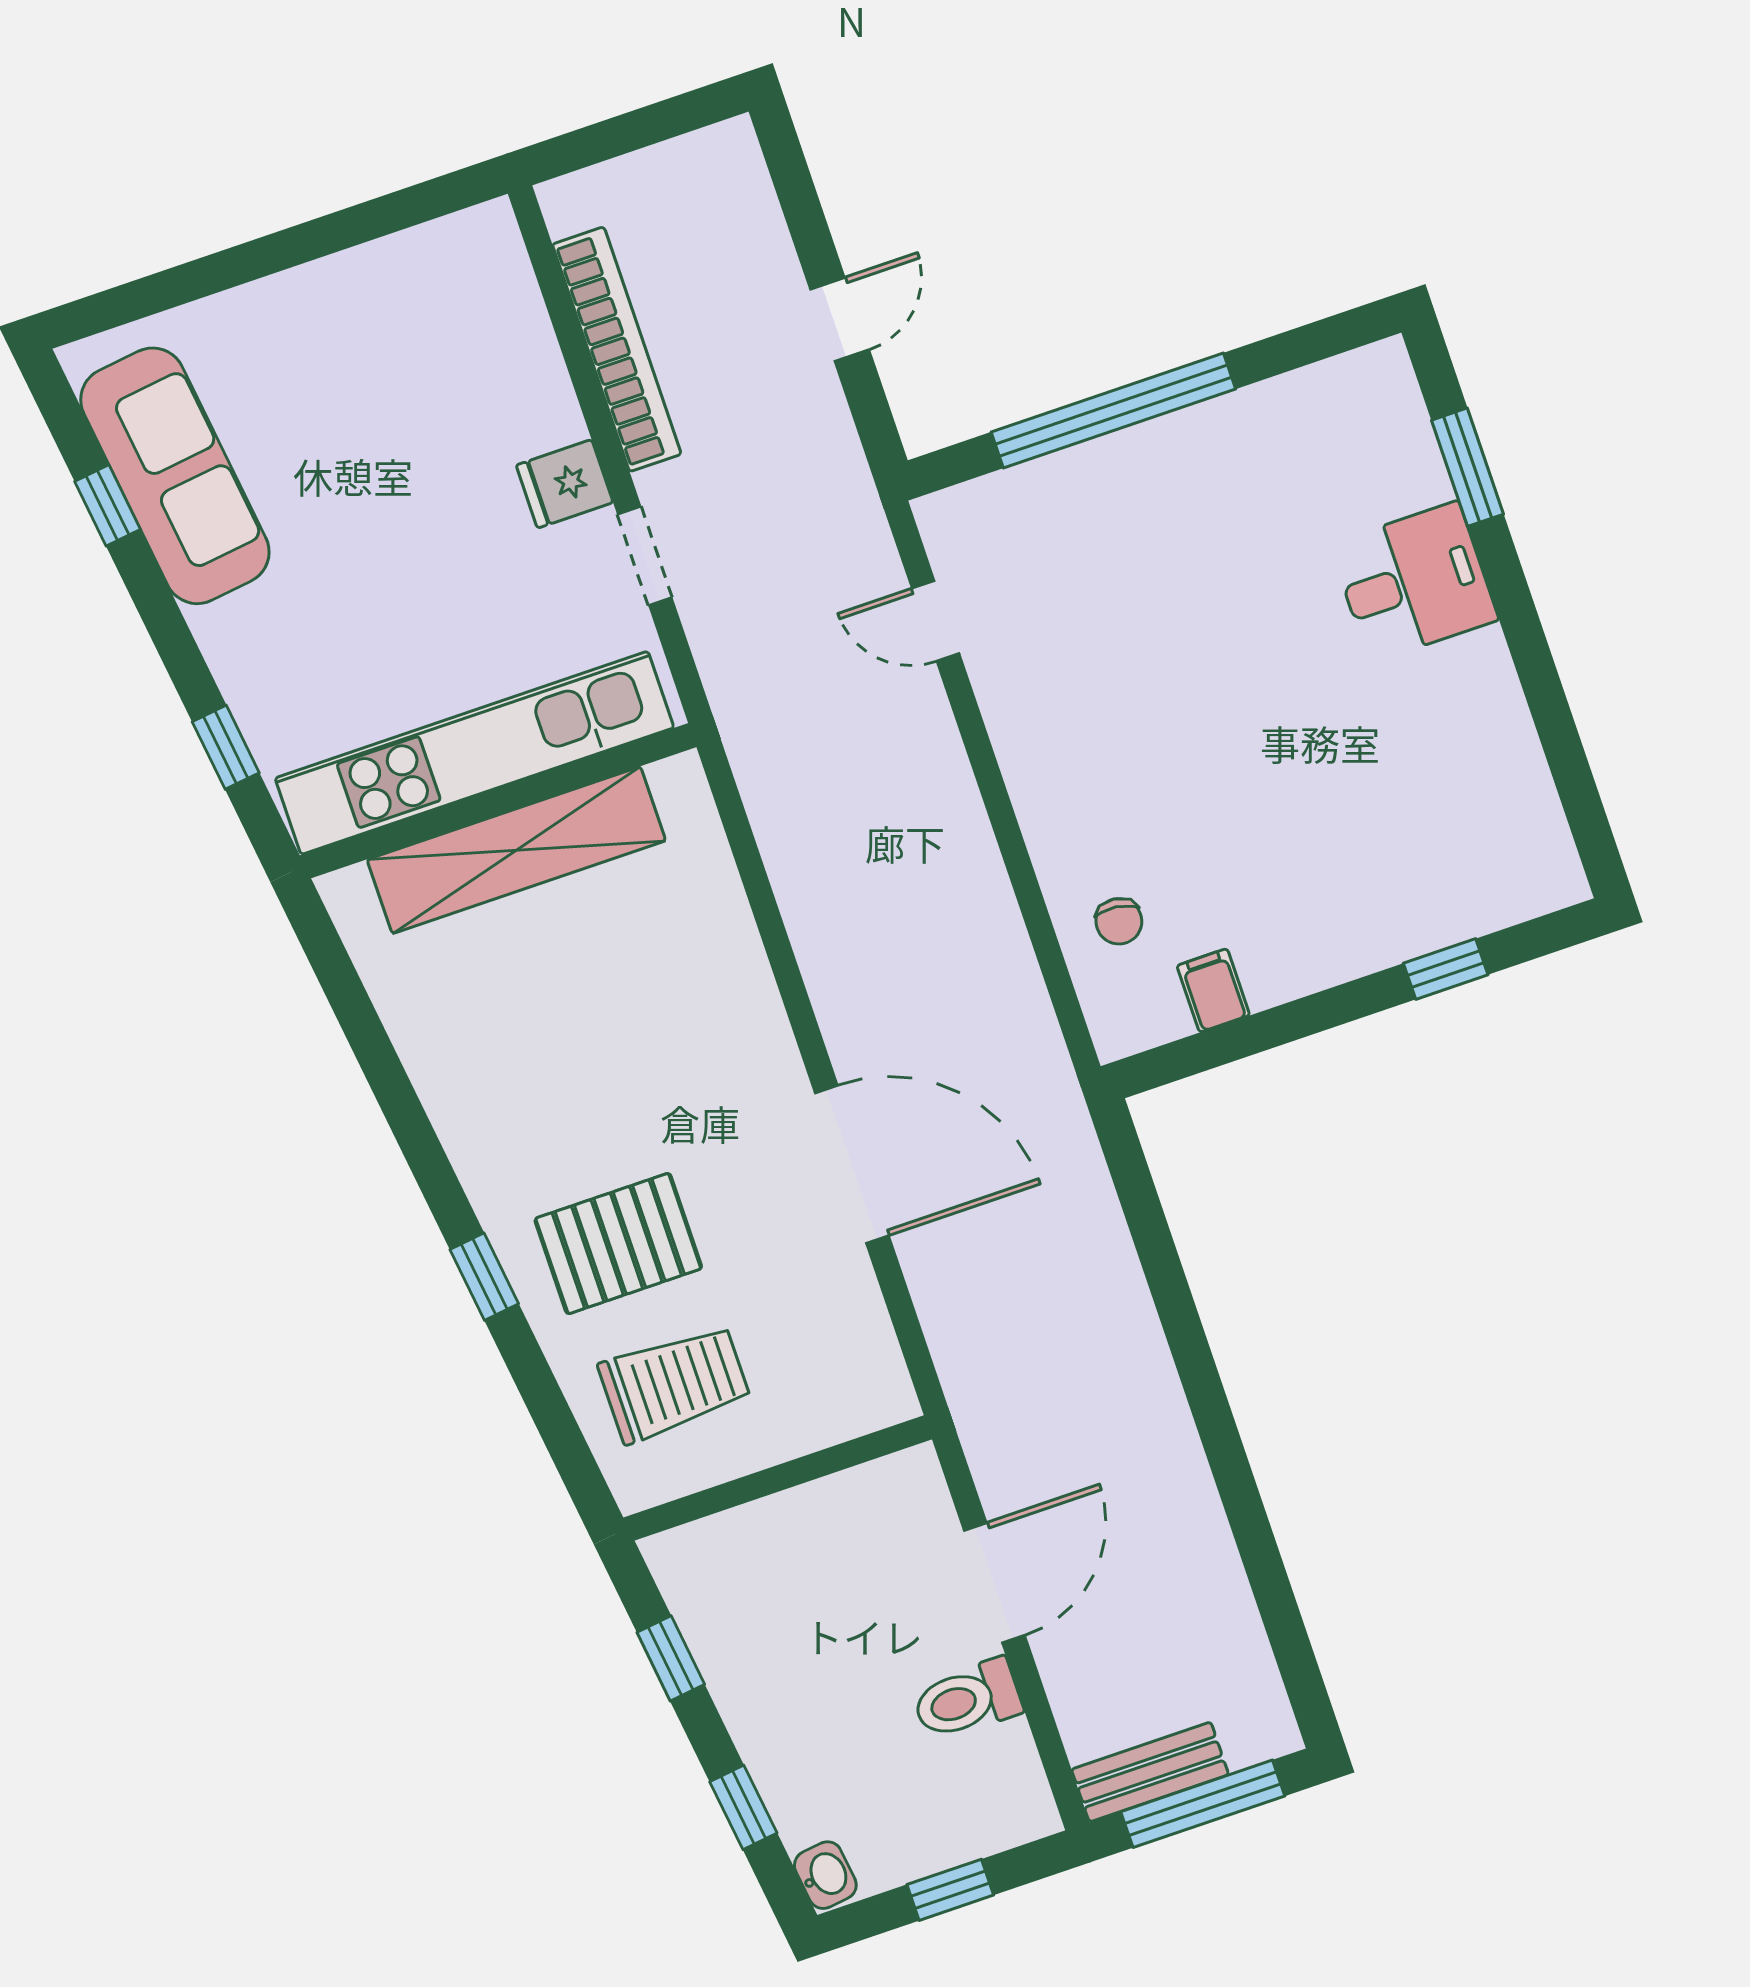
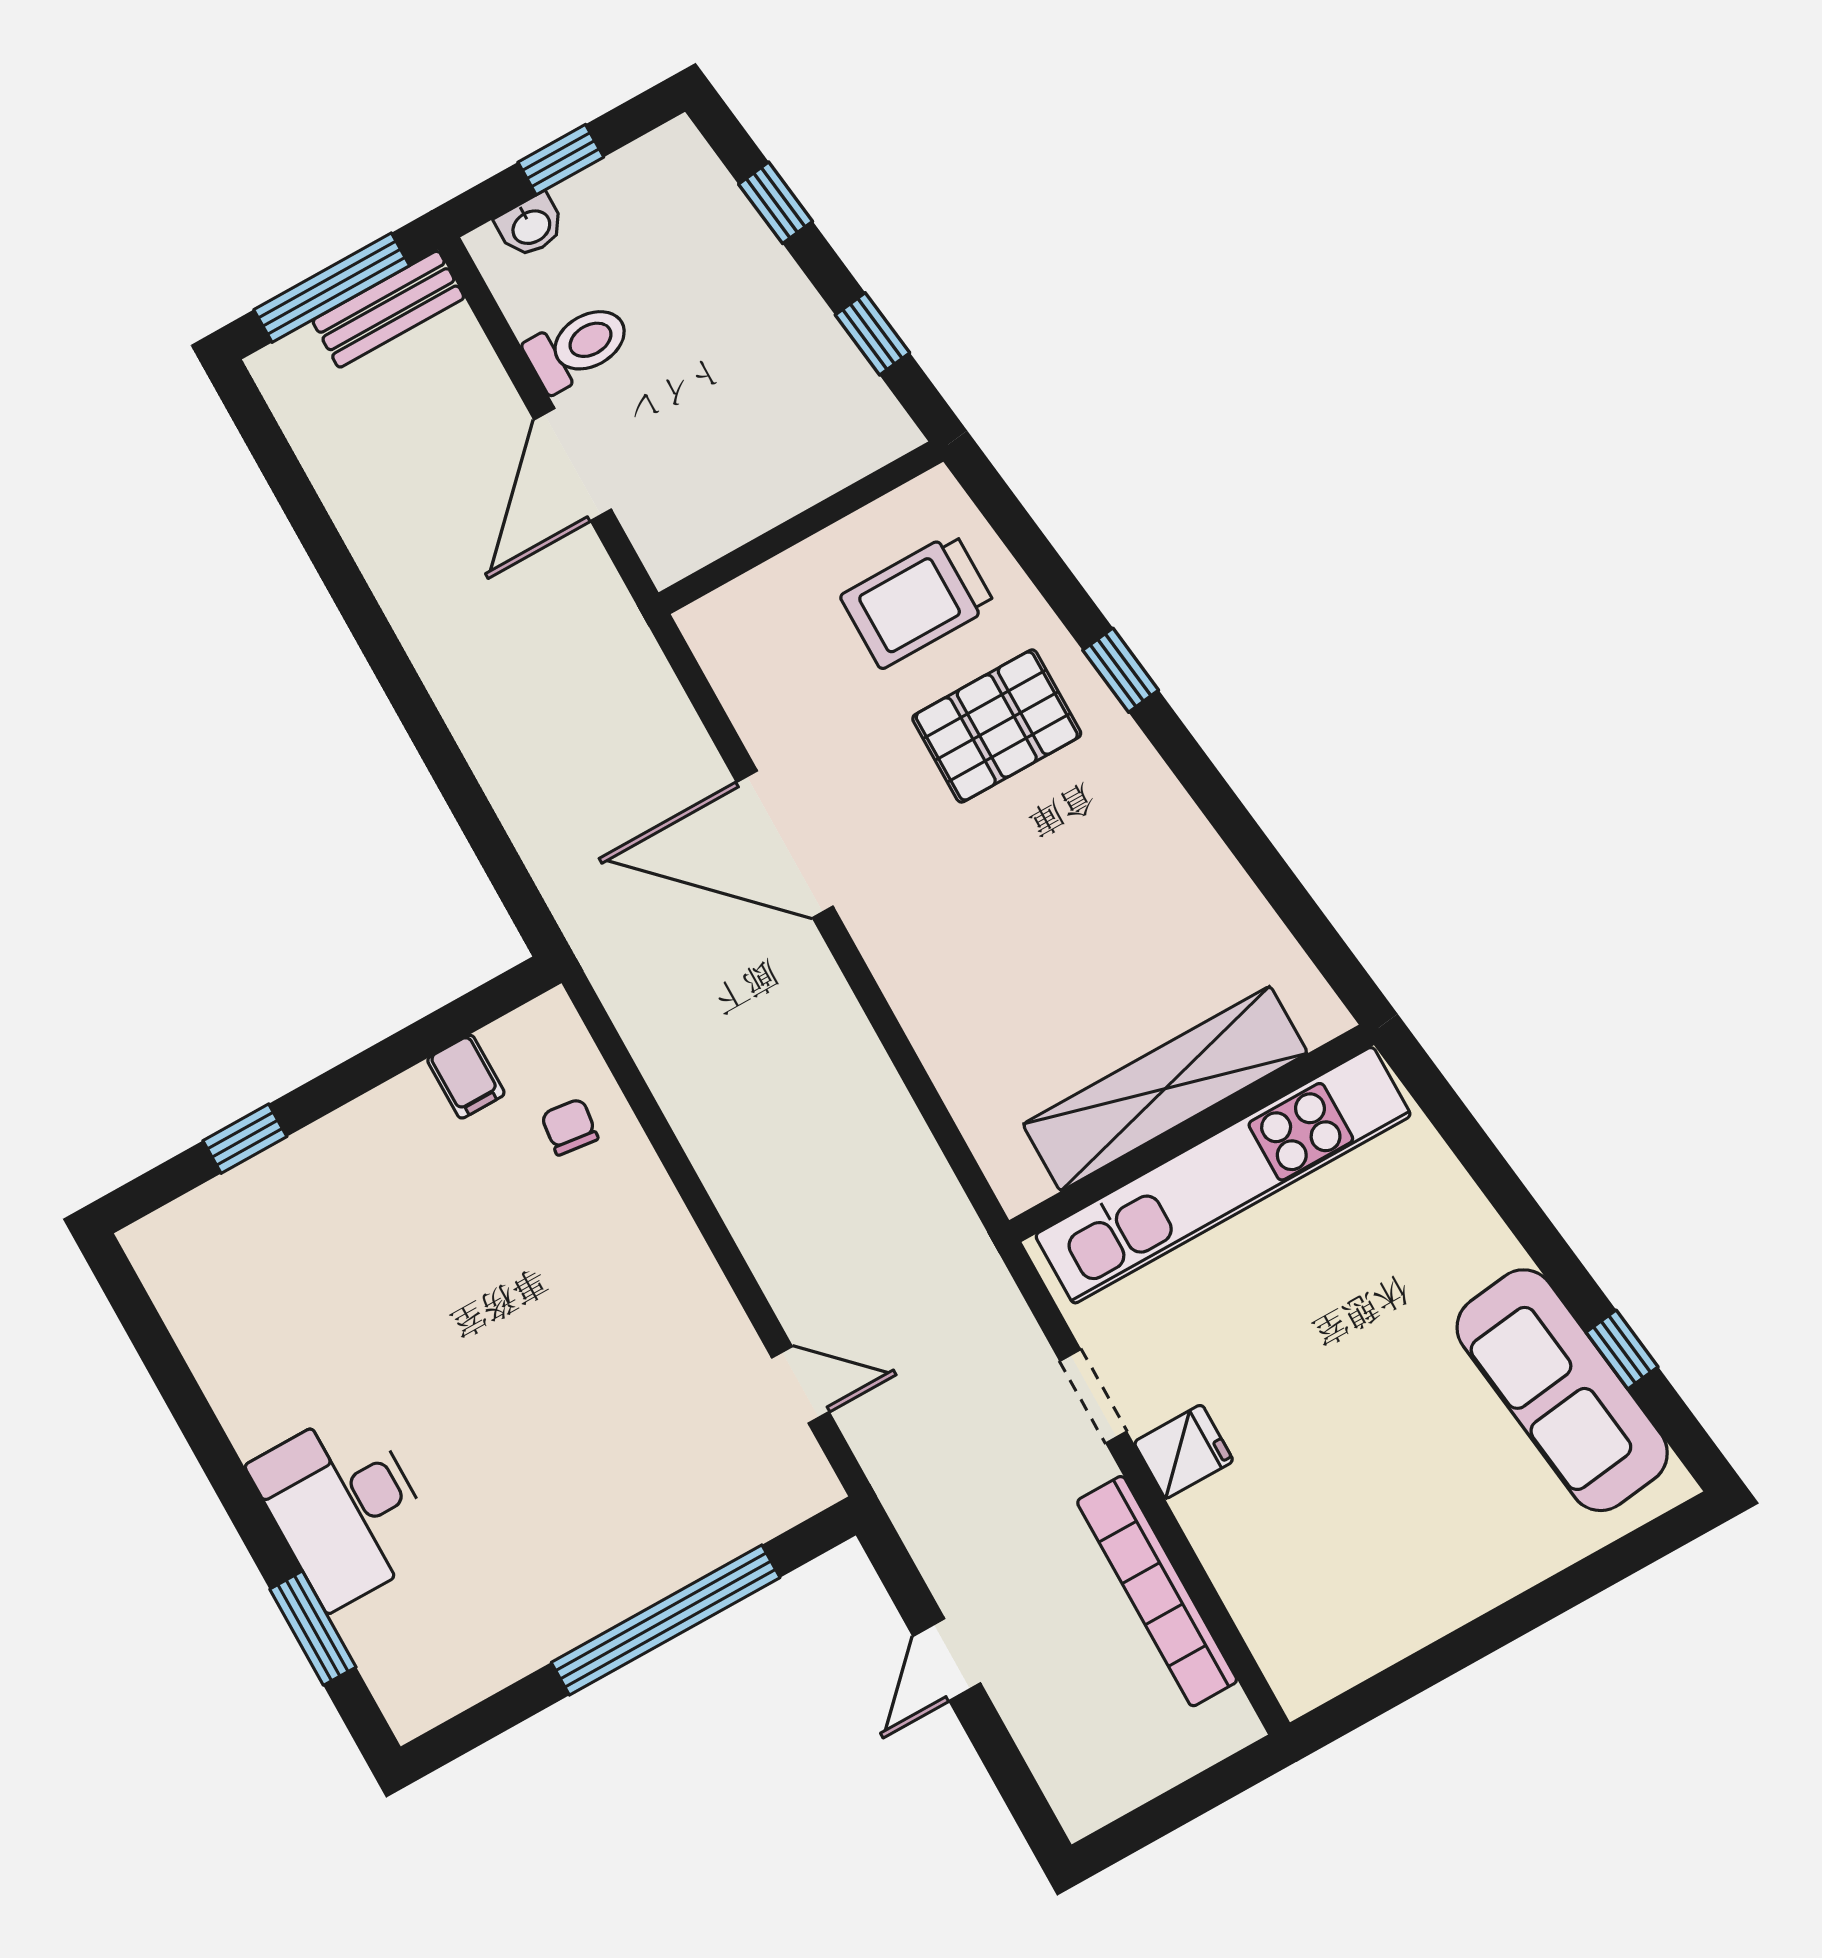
desk: (1414, 582) -> (344, 1507), width x1.37
window: (226, 747) -> (1465, 1136), removed
washbasin: (825, 1875) -> (531, 226), moved, turned -83

